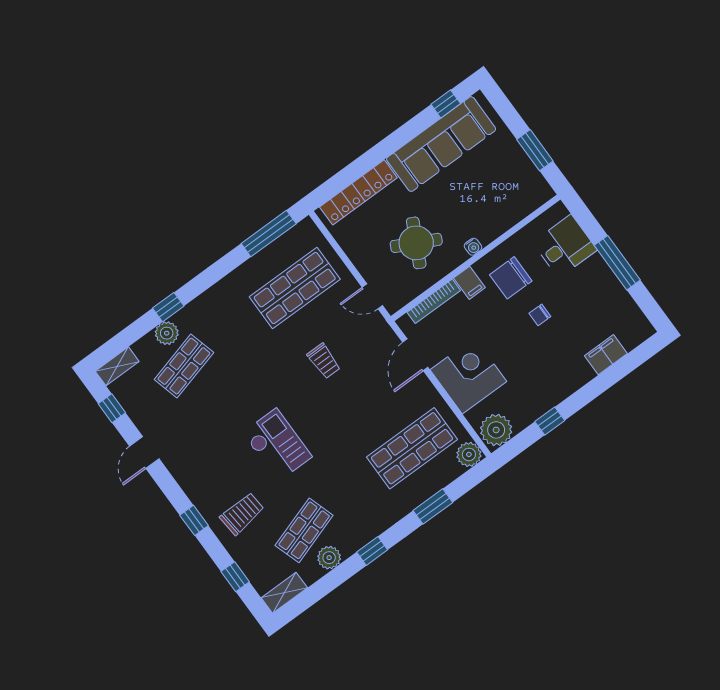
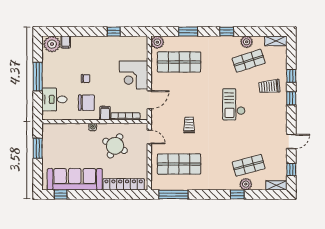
filing cabinet: (606, 355) -> (66, 42), width x0.50
plant: (496, 430) -> (52, 44), moved
window: (235, 577) -> (291, 76), moved

